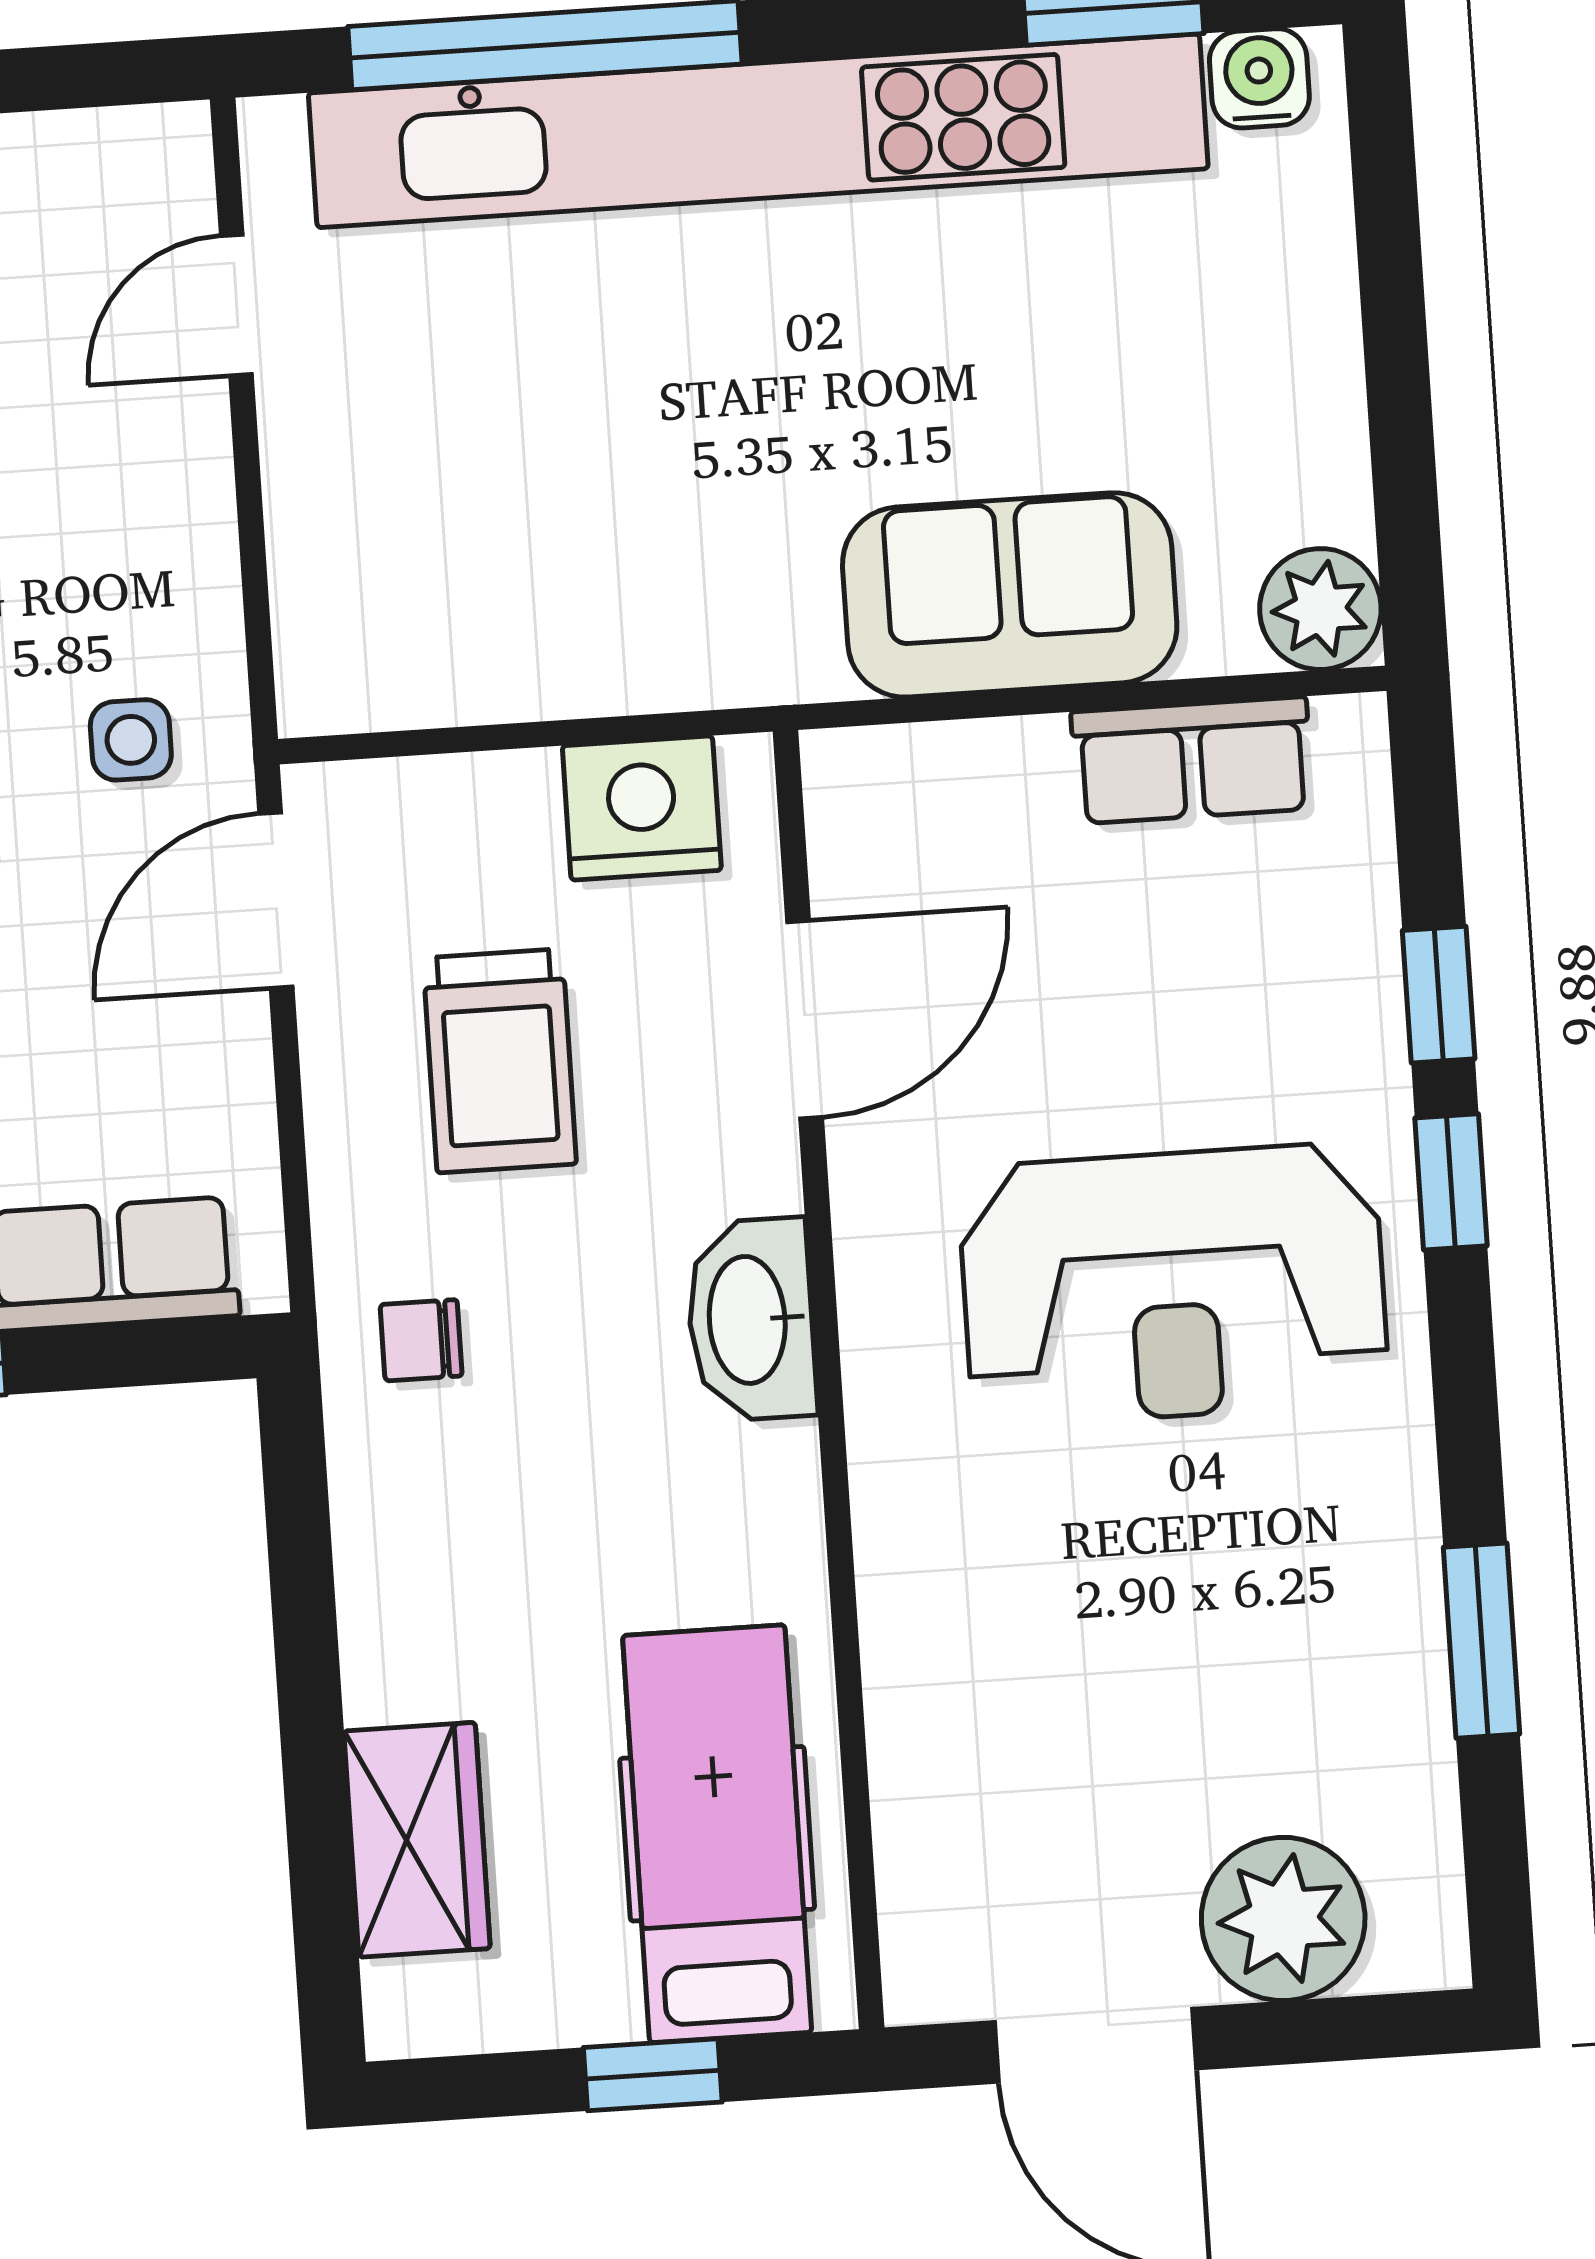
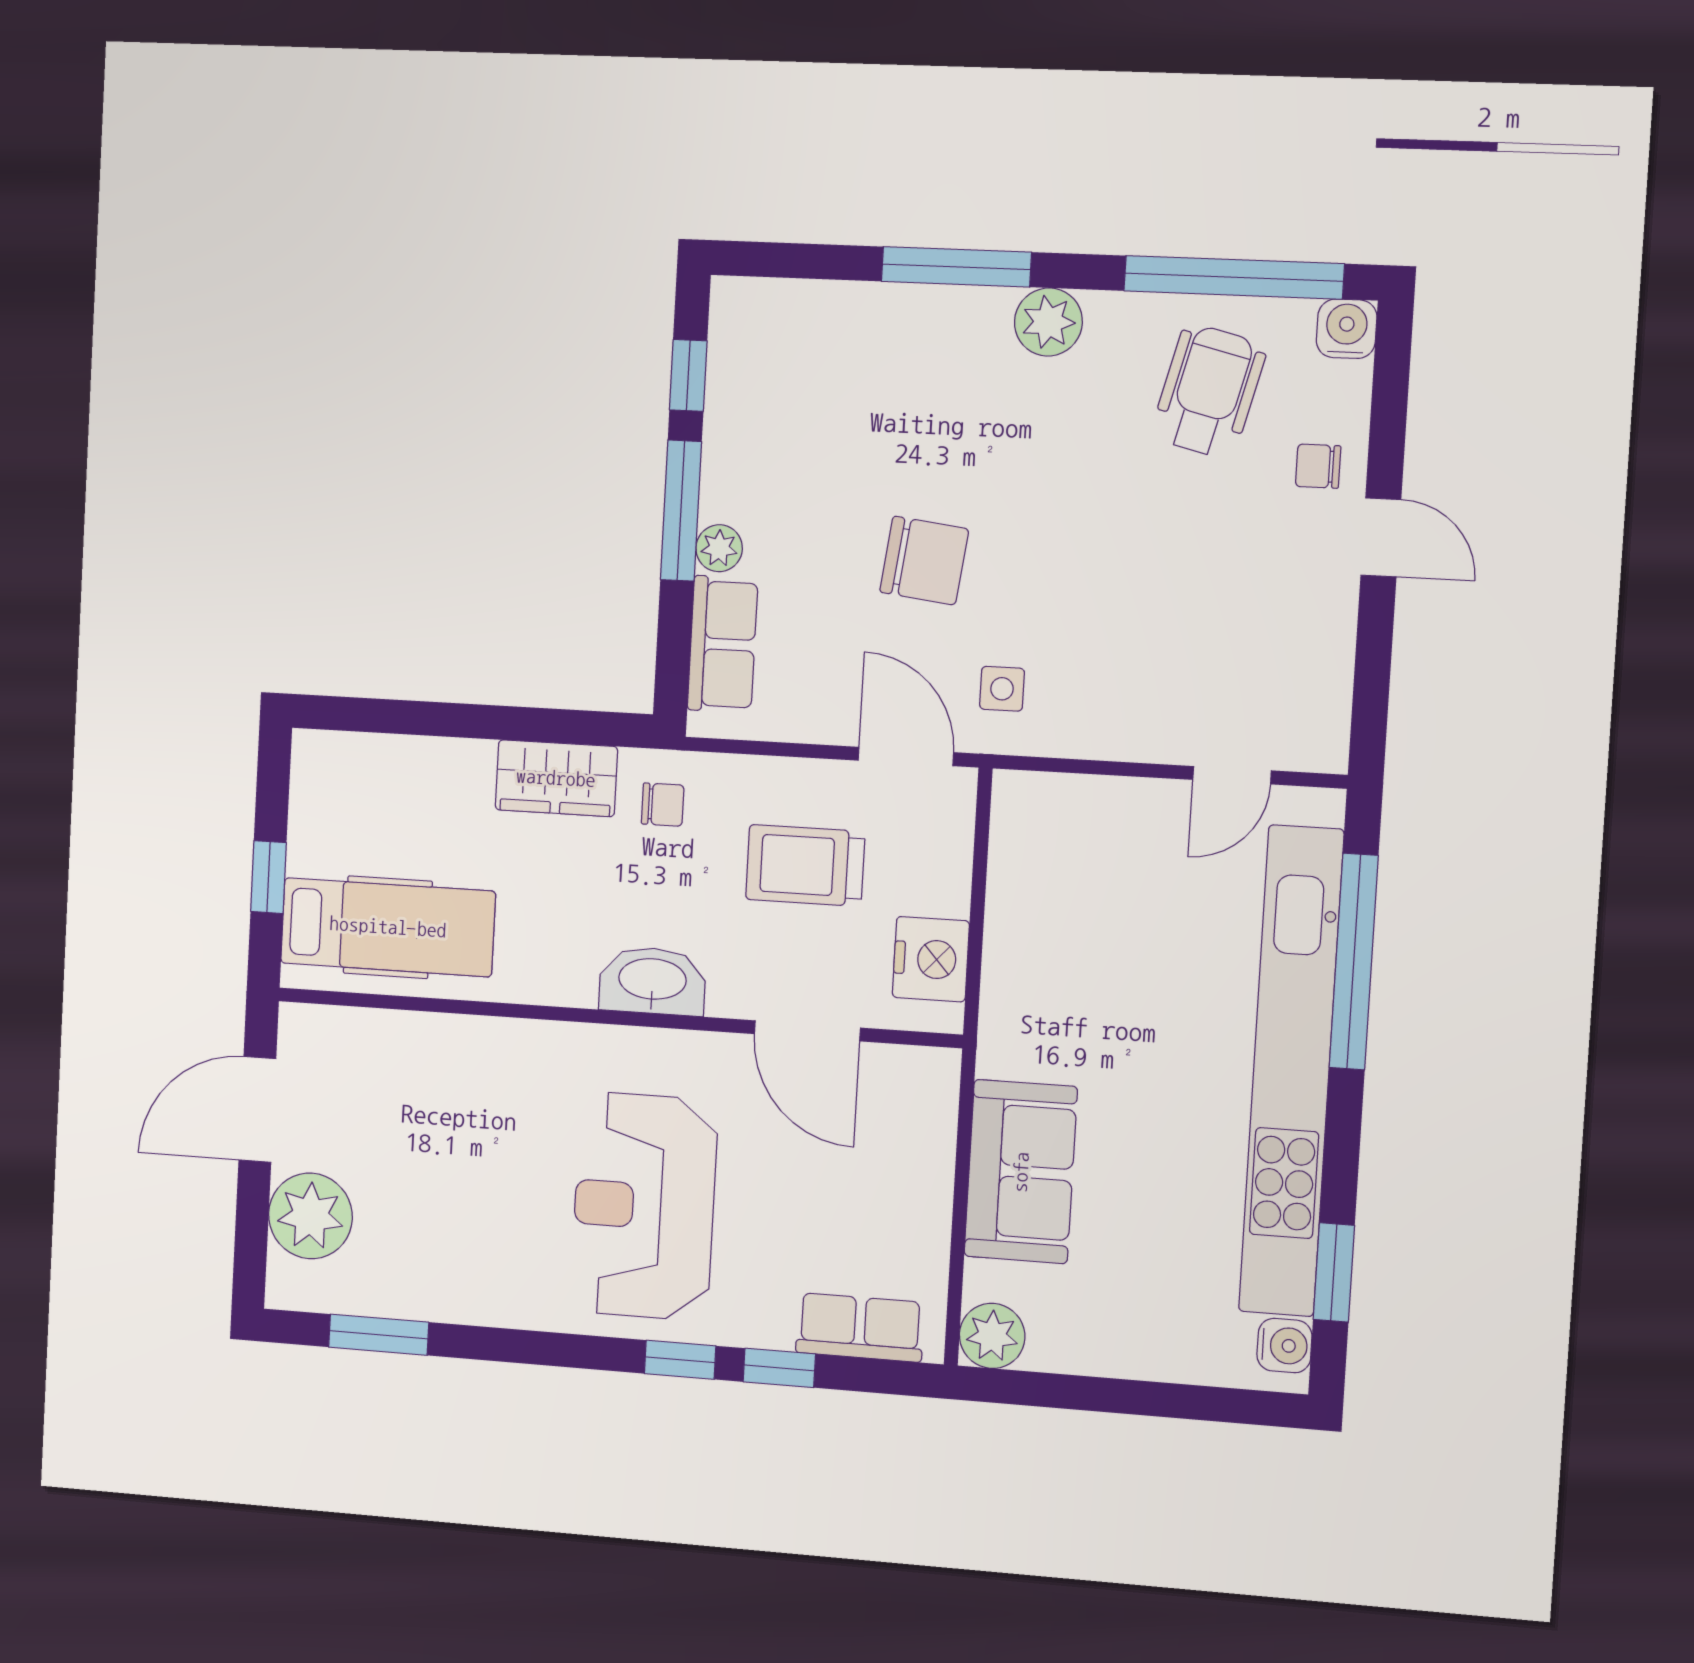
door: (236, 305) -> (1232, 775), swing flipped
row of seats: (1192, 760) -> (860, 1327), moved, turned 90
chair: (421, 1340) -> (663, 805), turned 90
window: (1482, 1641) -> (379, 1335), moved
wardrobe: (417, 1840) -> (556, 778), moved

